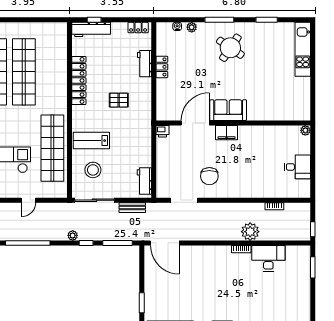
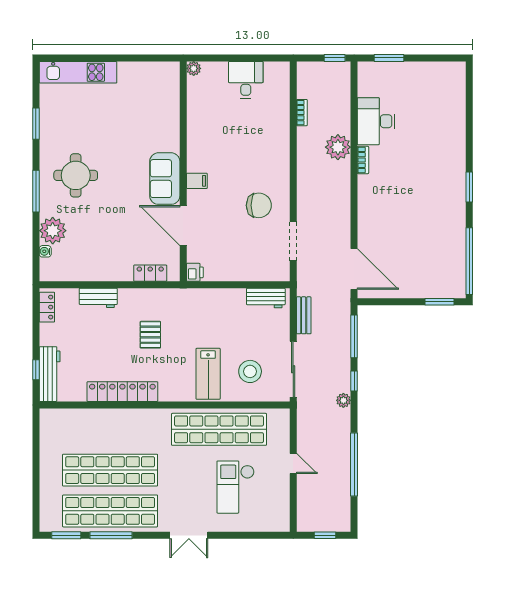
plant: (192, 27) -> (53, 231), width x1.88, depth x1.88
round table: (230, 48) -> (76, 175), turned -34
locker: (162, 67) -> (150, 273), moved
filing cabinet: (227, 133) -> (197, 181), width x0.50
door: (165, 243) -> (354, 269), hinge flipped

